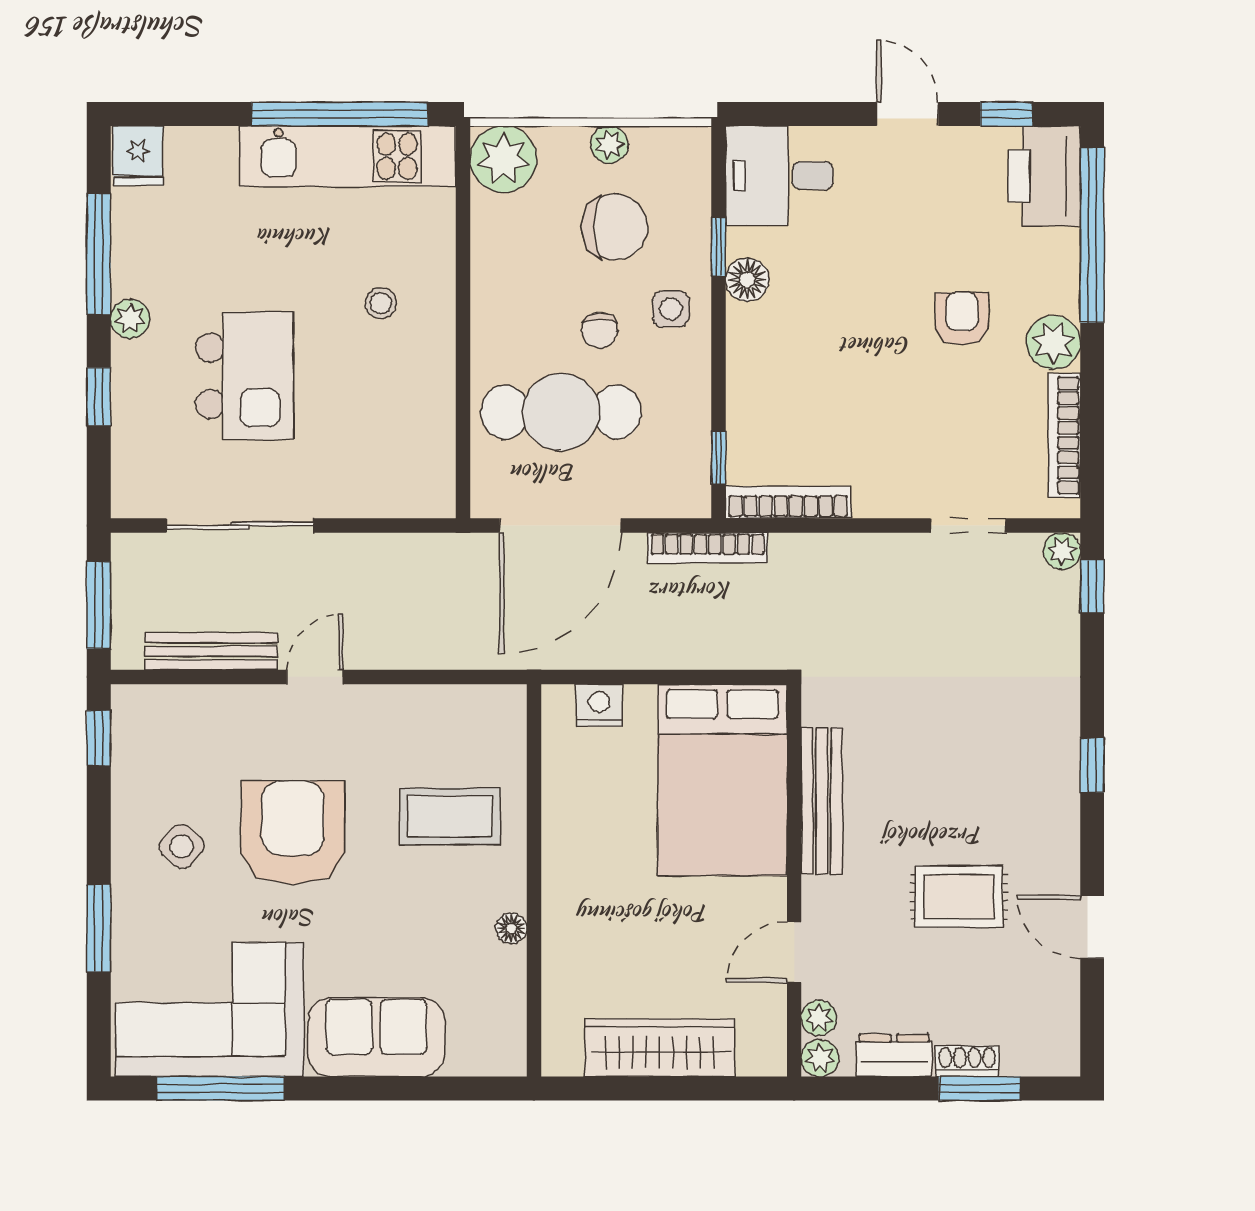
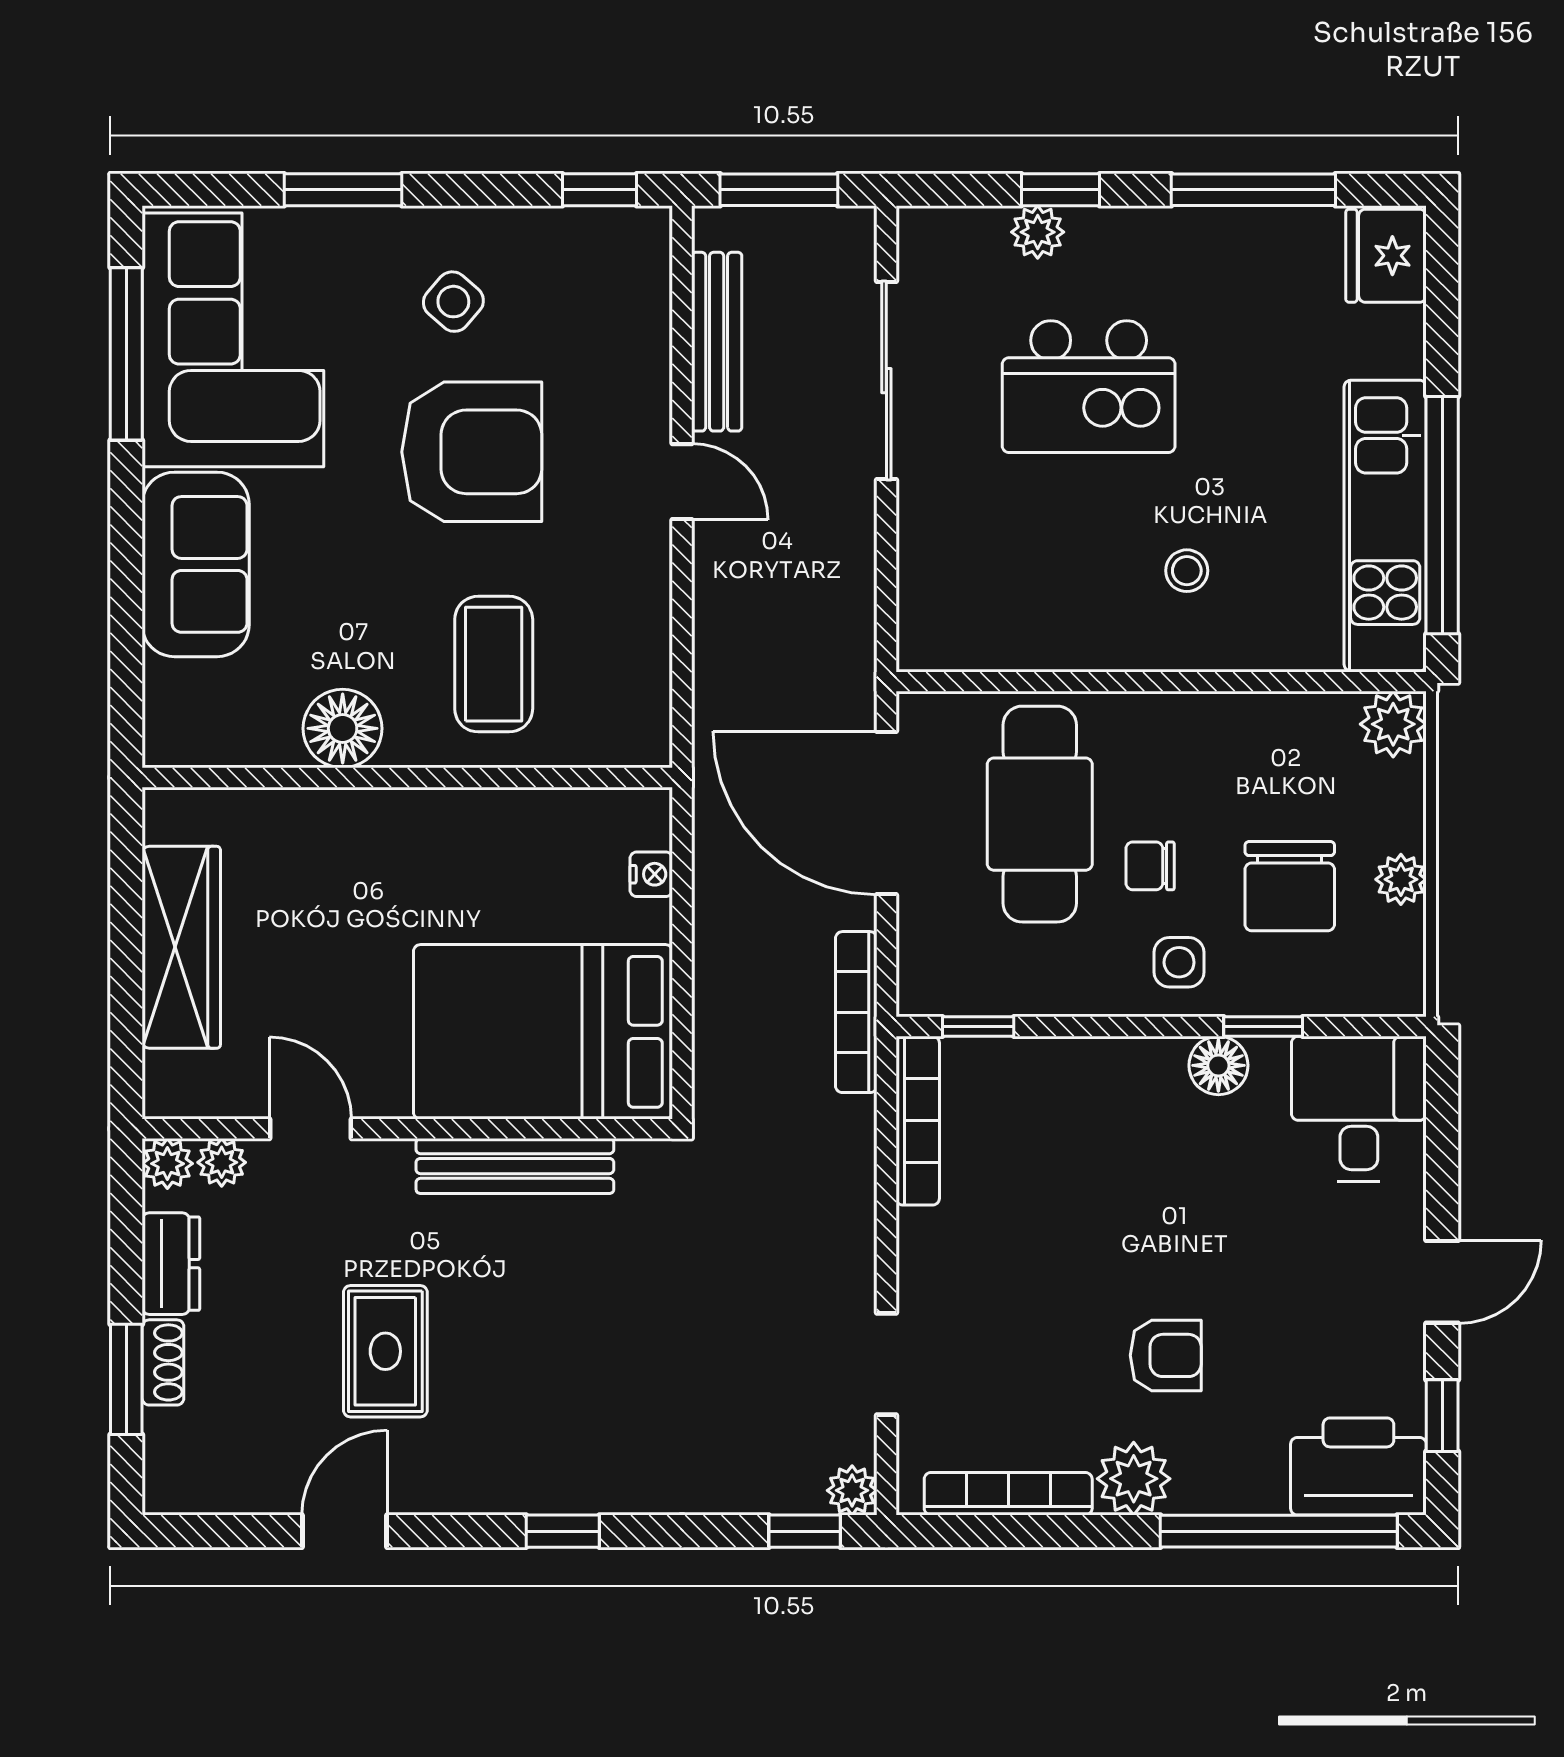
fridge: (138, 156) -> (1386, 256), width x1.38
plant: (503, 159) -> (1393, 724), width x0.73, depth x0.73
plant: (130, 319) -> (1038, 232), moved
nightstand: (599, 705) -> (651, 874), width x0.72, depth x0.74
floor lamp: (511, 928) -> (343, 728), width x1.89, depth x1.89

